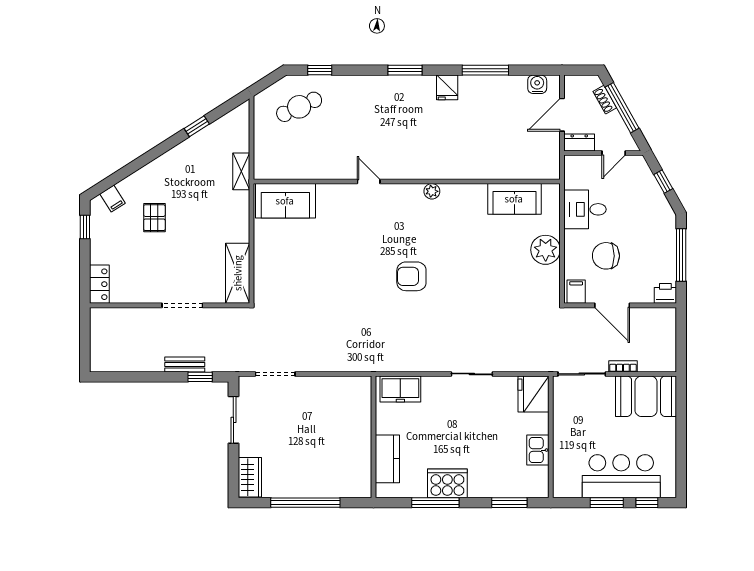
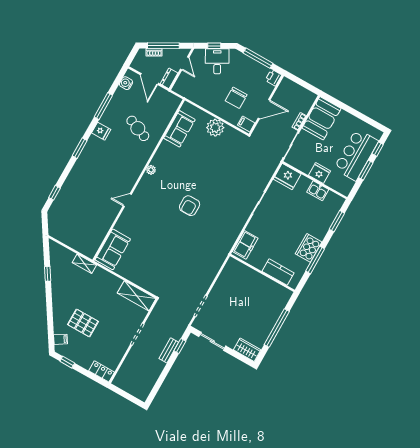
cafe table: (299, 107) -> (138, 128), moved, turned -43
desk: (585, 209) -> (217, 61), moved, turned 151
pallet: (154, 218) -> (83, 323), width x1.50, depth x1.42
fridge: (565, 438) -> (320, 173), added

